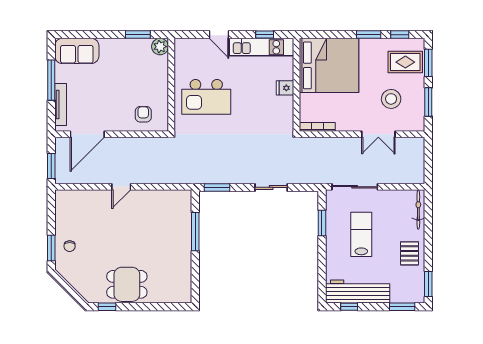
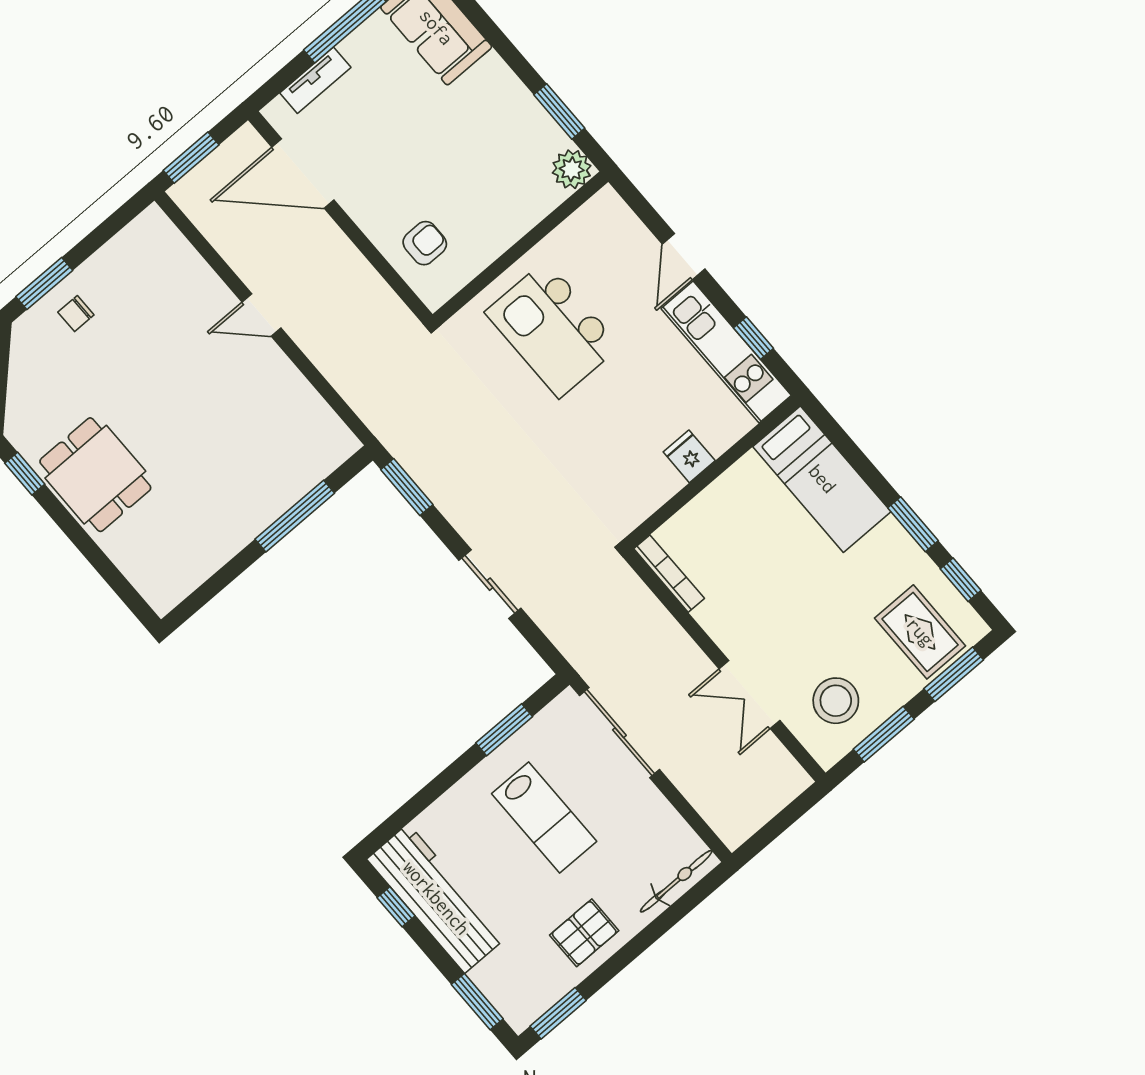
bed: (329, 65) -> (822, 479), width x0.49
stool: (391, 99) -> (836, 701), moved
tv unit: (61, 105) -> (315, 80), width x0.71
lab bench: (361, 234) -> (544, 818), turned 90

